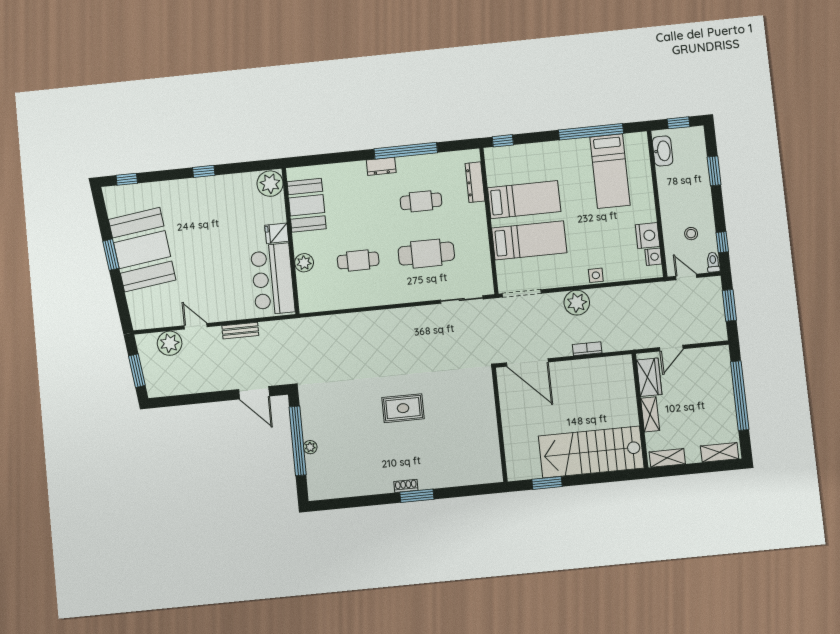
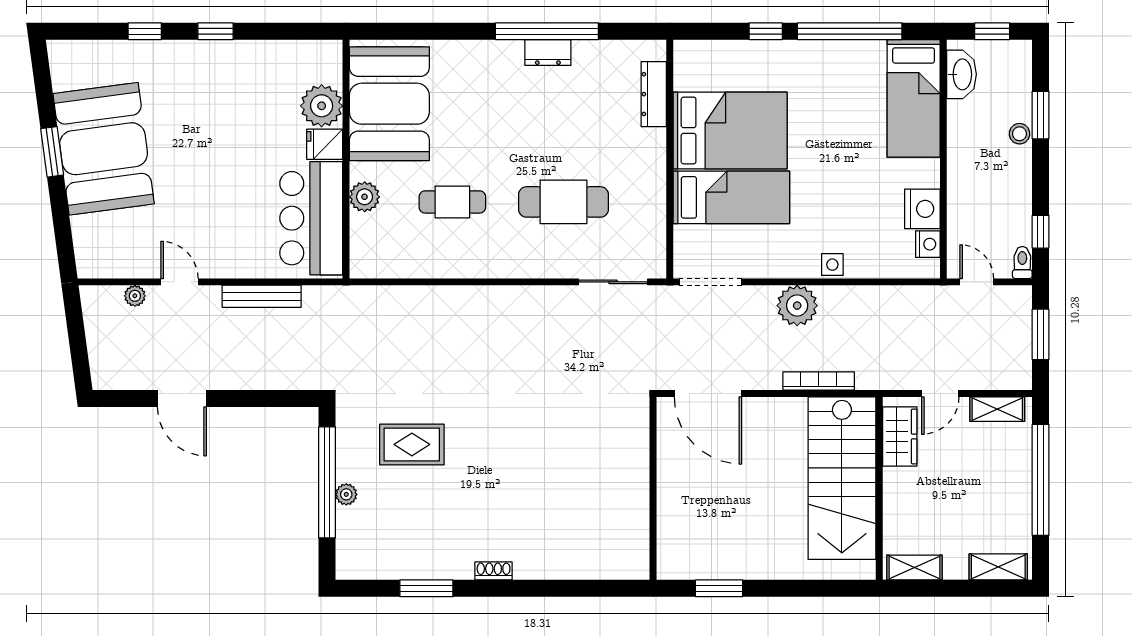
window: (503, 141) -> (766, 31), moved
dresser: (381, 166) -> (548, 53), moved
bed: (610, 171) -> (914, 98), moved
window: (127, 179) -> (145, 31), moved
plant: (270, 184) -> (322, 106), moved
bed: (524, 200) -> (730, 131), width x1.50
cafe table: (421, 201) -> (563, 116), removed
booth: (307, 205) -> (389, 104), width x1.36, depth x1.42
stool: (691, 234) -> (1019, 134), moved
bench: (240, 331) -> (262, 296), width x1.36
plant: (170, 343) -> (135, 296), width x0.53, depth x0.53
bookcase: (587, 349) -> (819, 381), width x1.56
window: (137, 371) -> (78, 344), removed
door: (254, 393) -> (182, 399), moved
rug: (403, 408) -> (412, 444), moved
shelving: (650, 414) -> (997, 409), moved, turned 90
stairs: (591, 452) -> (842, 478), moved, turned -90
window: (417, 496) -> (426, 588), moved

